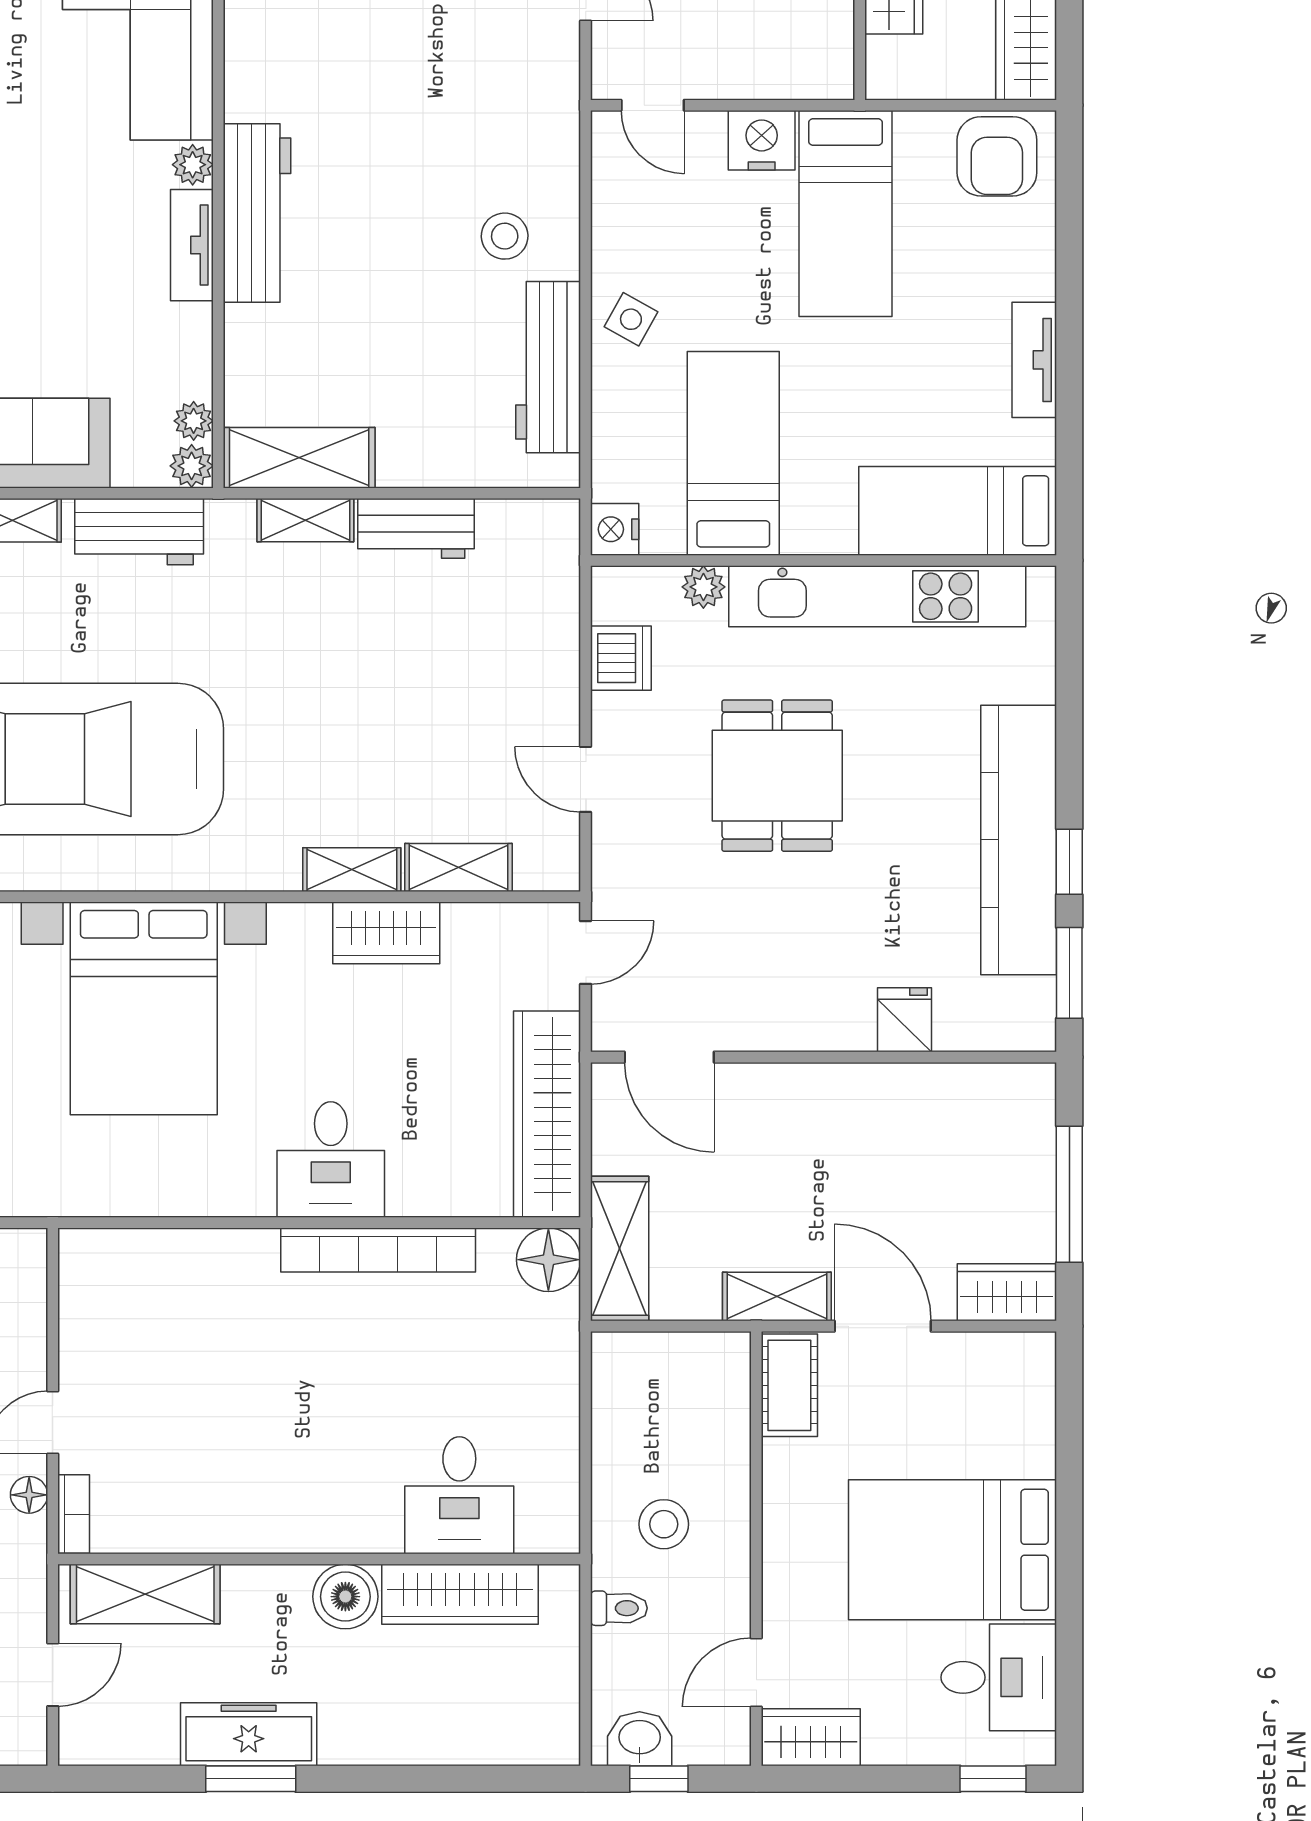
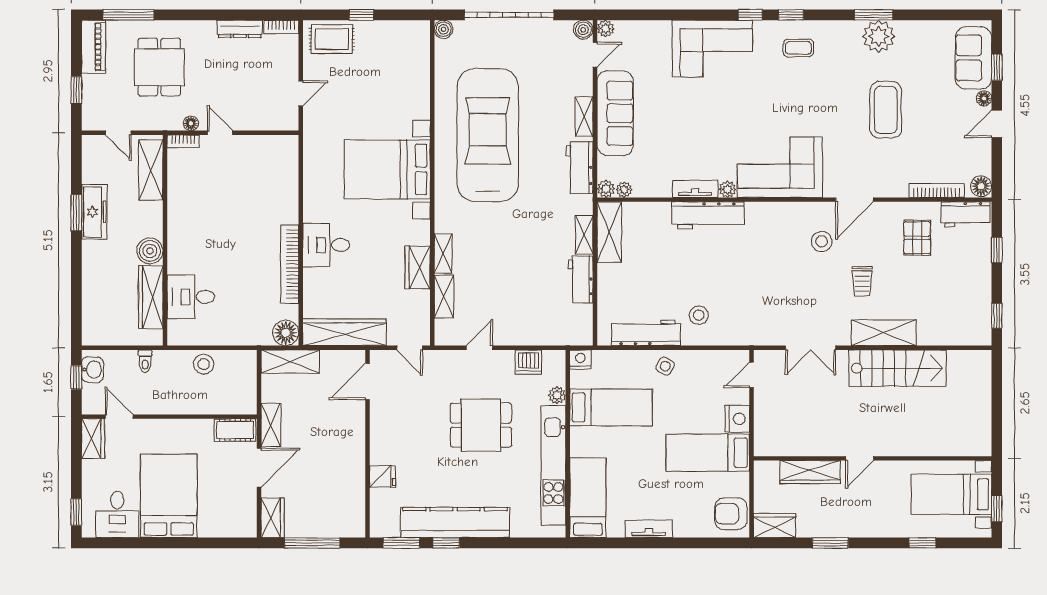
stool: (664, 1524) -> (204, 364), moved

